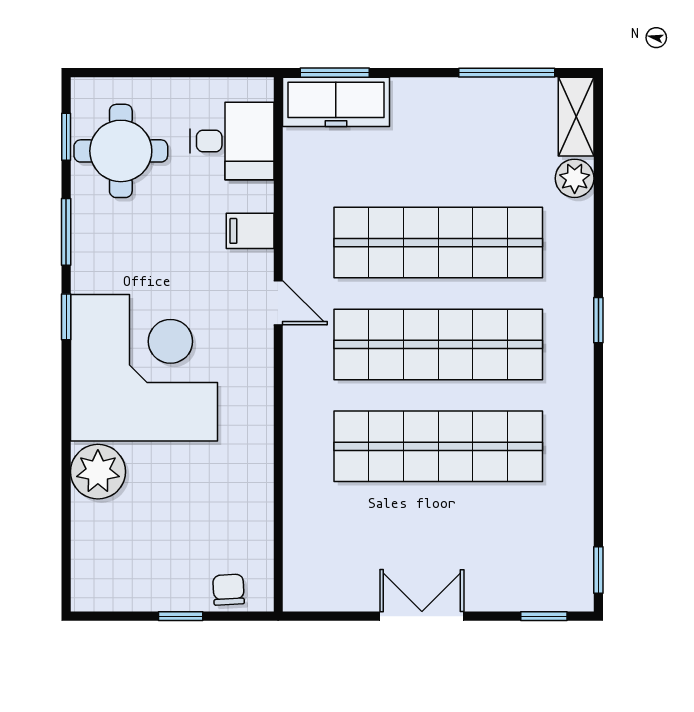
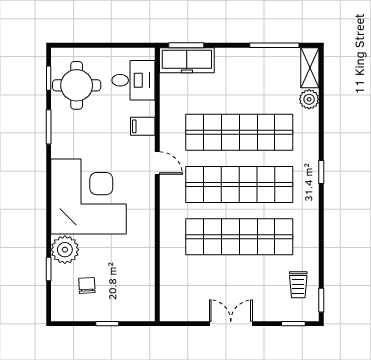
window: (66, 317) -> (49, 269), moved
trolley: (553, 540) -> (298, 285), added
chair: (229, 590) -> (87, 285), moved

